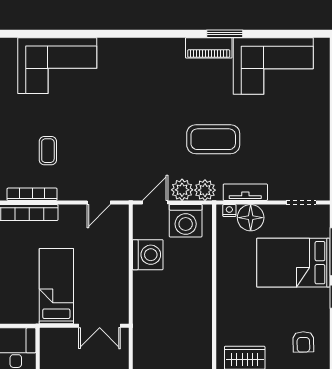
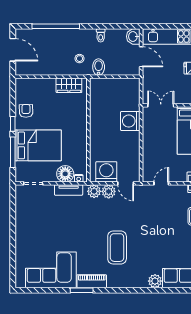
plant: (109, 48) -> (155, 281), added
coffee table: (213, 139) -> (117, 248), moved, turned 90
door: (155, 203) -> (126, 183), hinge flipped
washing machine: (148, 255) -> (130, 121), moved
armchair: (303, 342) -> (26, 111), moved

